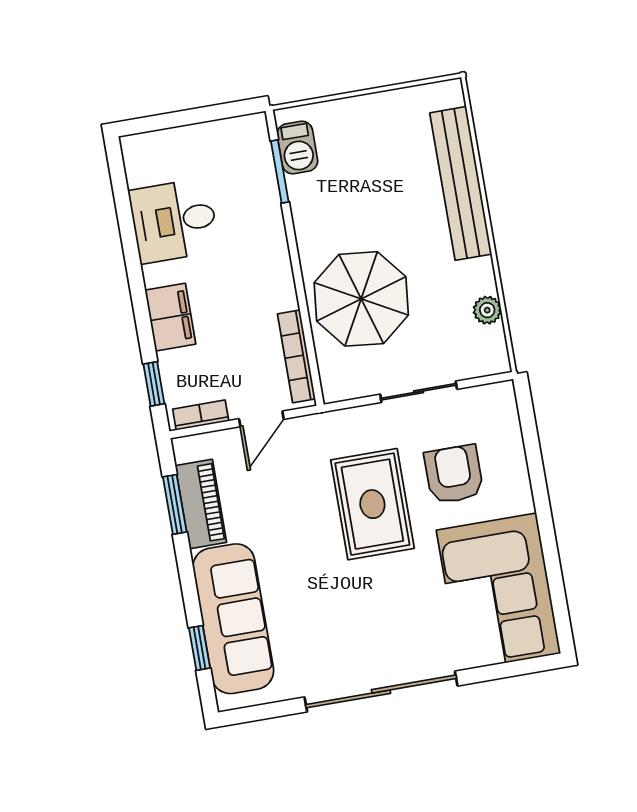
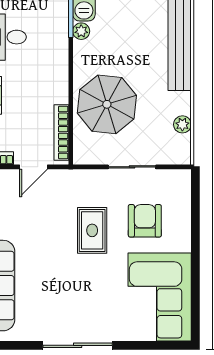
plant: (300, 189) -> (81, 31), added
rug: (372, 504) -> (92, 230), width x0.73, depth x0.70
sliding door: (381, 691) -> (78, 345), width x0.73

